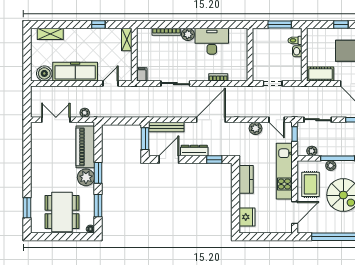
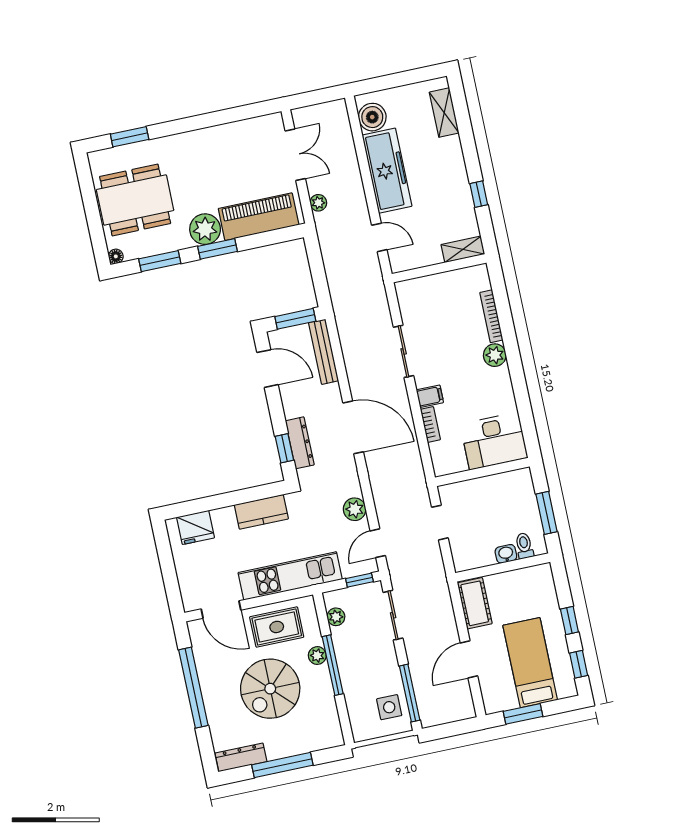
desk: (212, 41) -> (494, 441), moved, turned 90
filing cabinet: (142, 74) -> (430, 396), moved
dresser: (194, 151) -> (300, 443), moved

